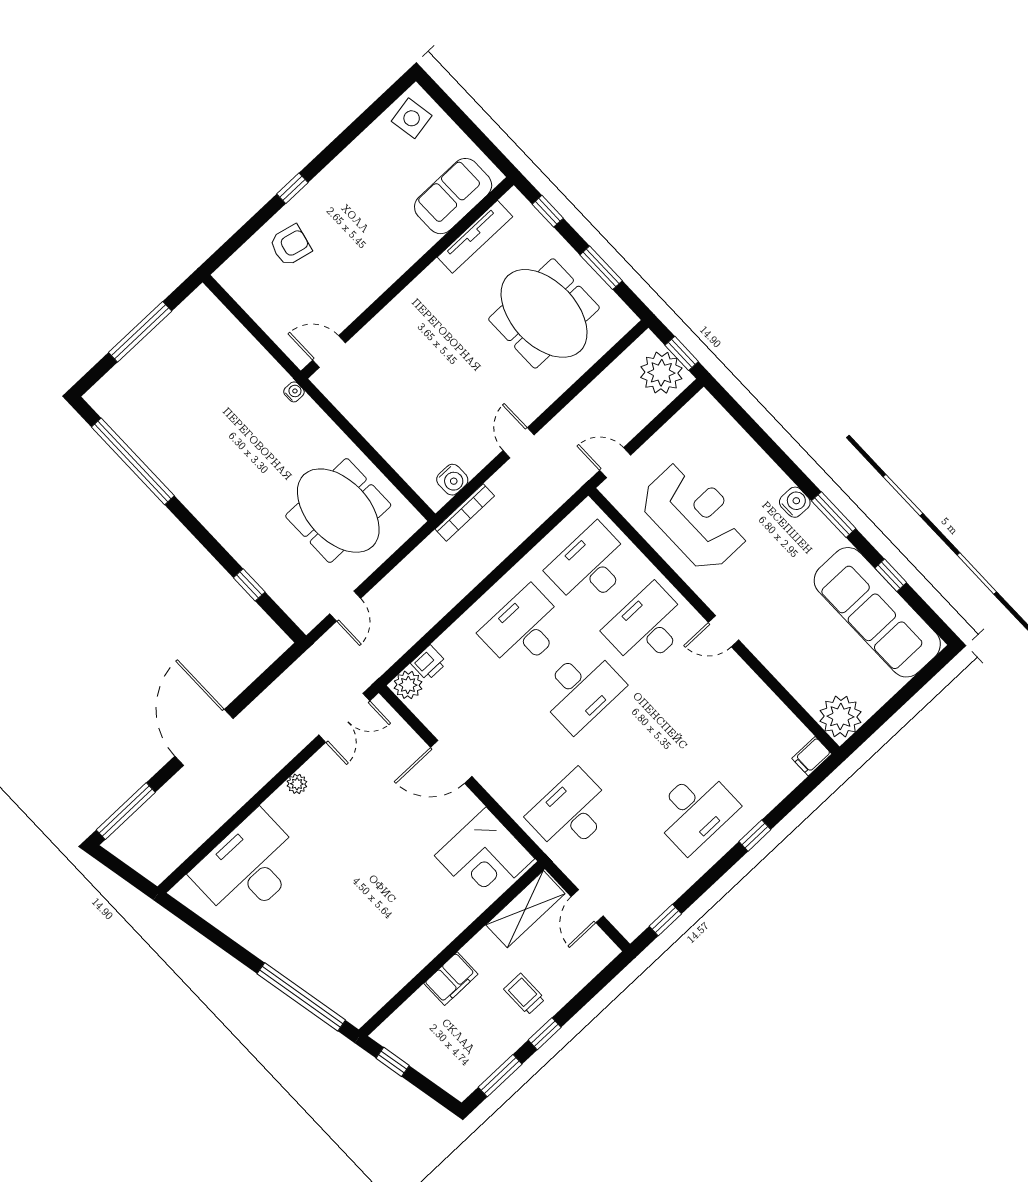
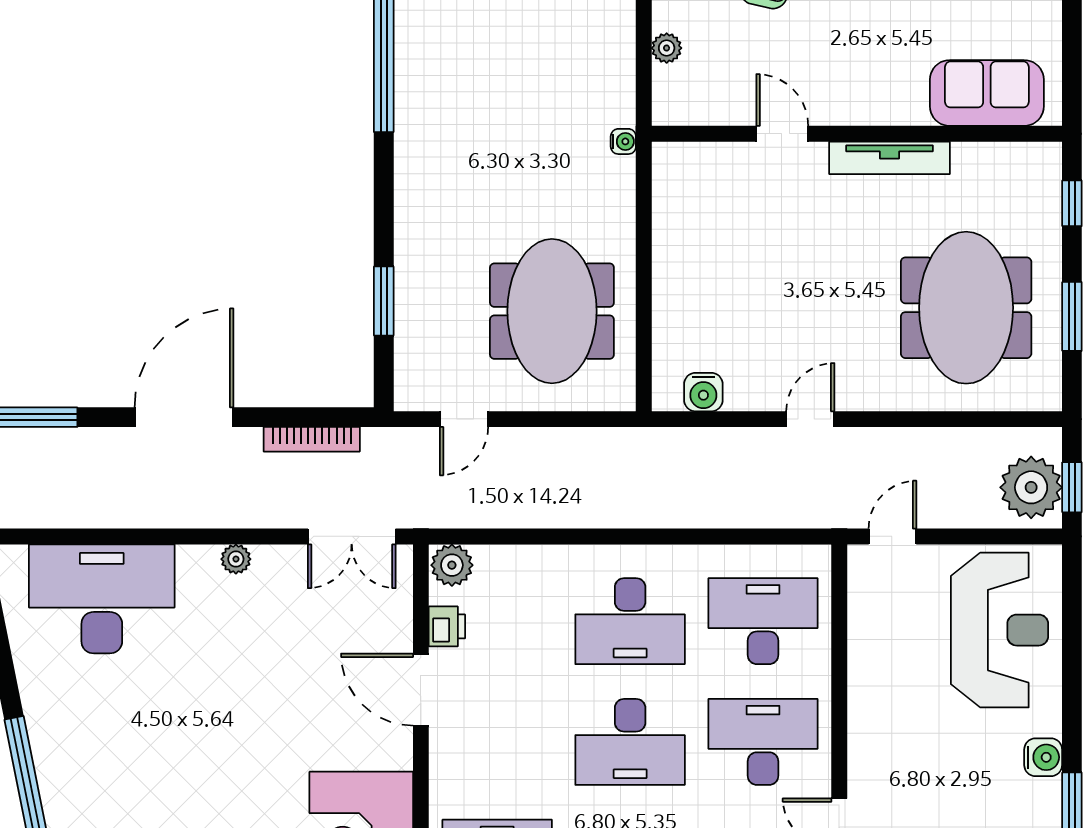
tv unit: (475, 237) -> (890, 158), moved
plant: (271, 325) -> (667, 48), added
door: (329, 352) -> (782, 134), moved
door: (615, 463) -> (893, 536), hinge flipped
bookcase: (465, 513) -> (312, 439), moved
reception desk: (695, 516) -> (999, 630), moved
window: (249, 585) -> (384, 301), width x1.50
desk: (524, 629) -> (630, 621), turned 180
printer: (429, 663) -> (447, 626), moved, turned -90

